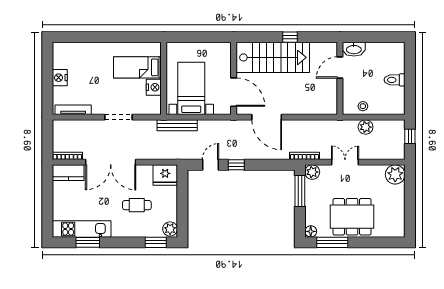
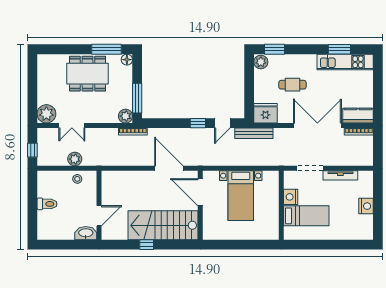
bed: (137, 67) -> (306, 216), moved
wall: (164, 78) -> (281, 205), moved
nightstand: (154, 87) -> (291, 197), moved
tv unit: (73, 110) -> (340, 175), moved
bench: (177, 125) -> (254, 133), moved
double door: (345, 162) -> (72, 125), moved

